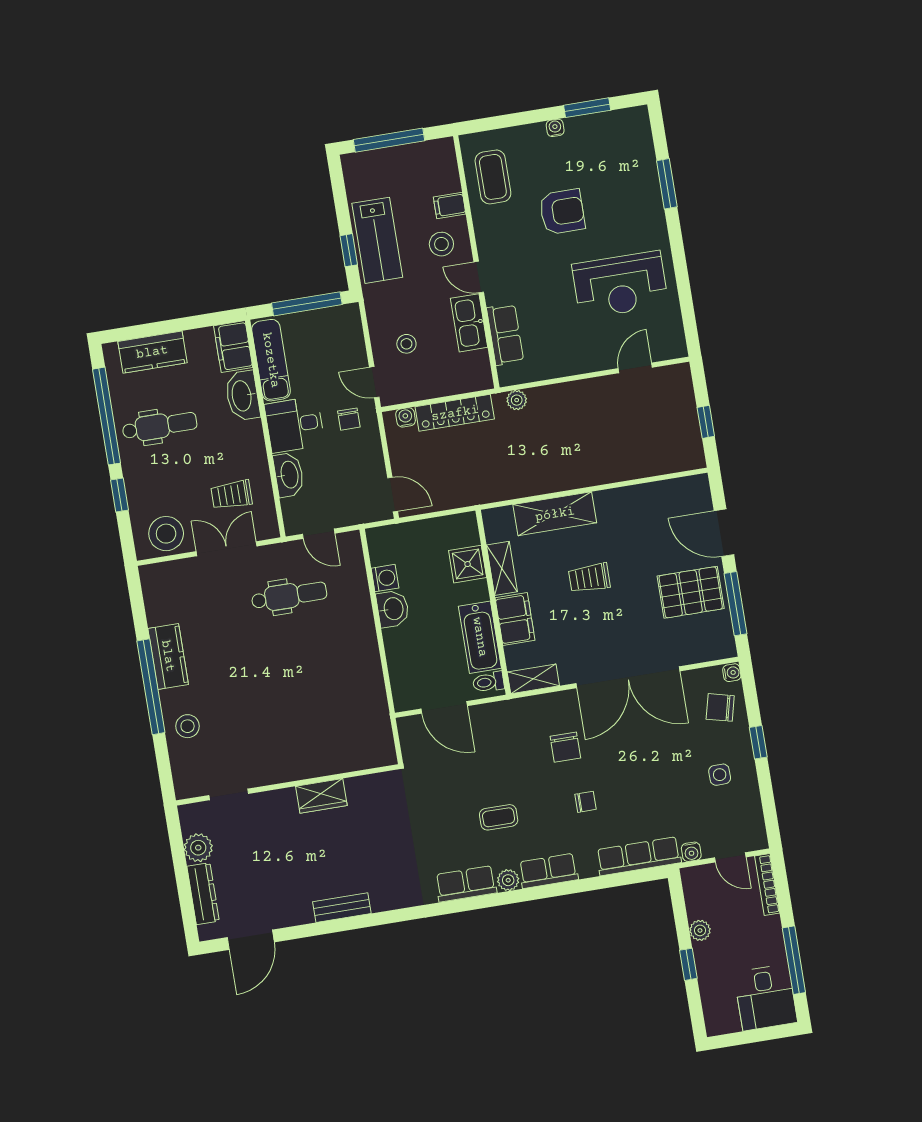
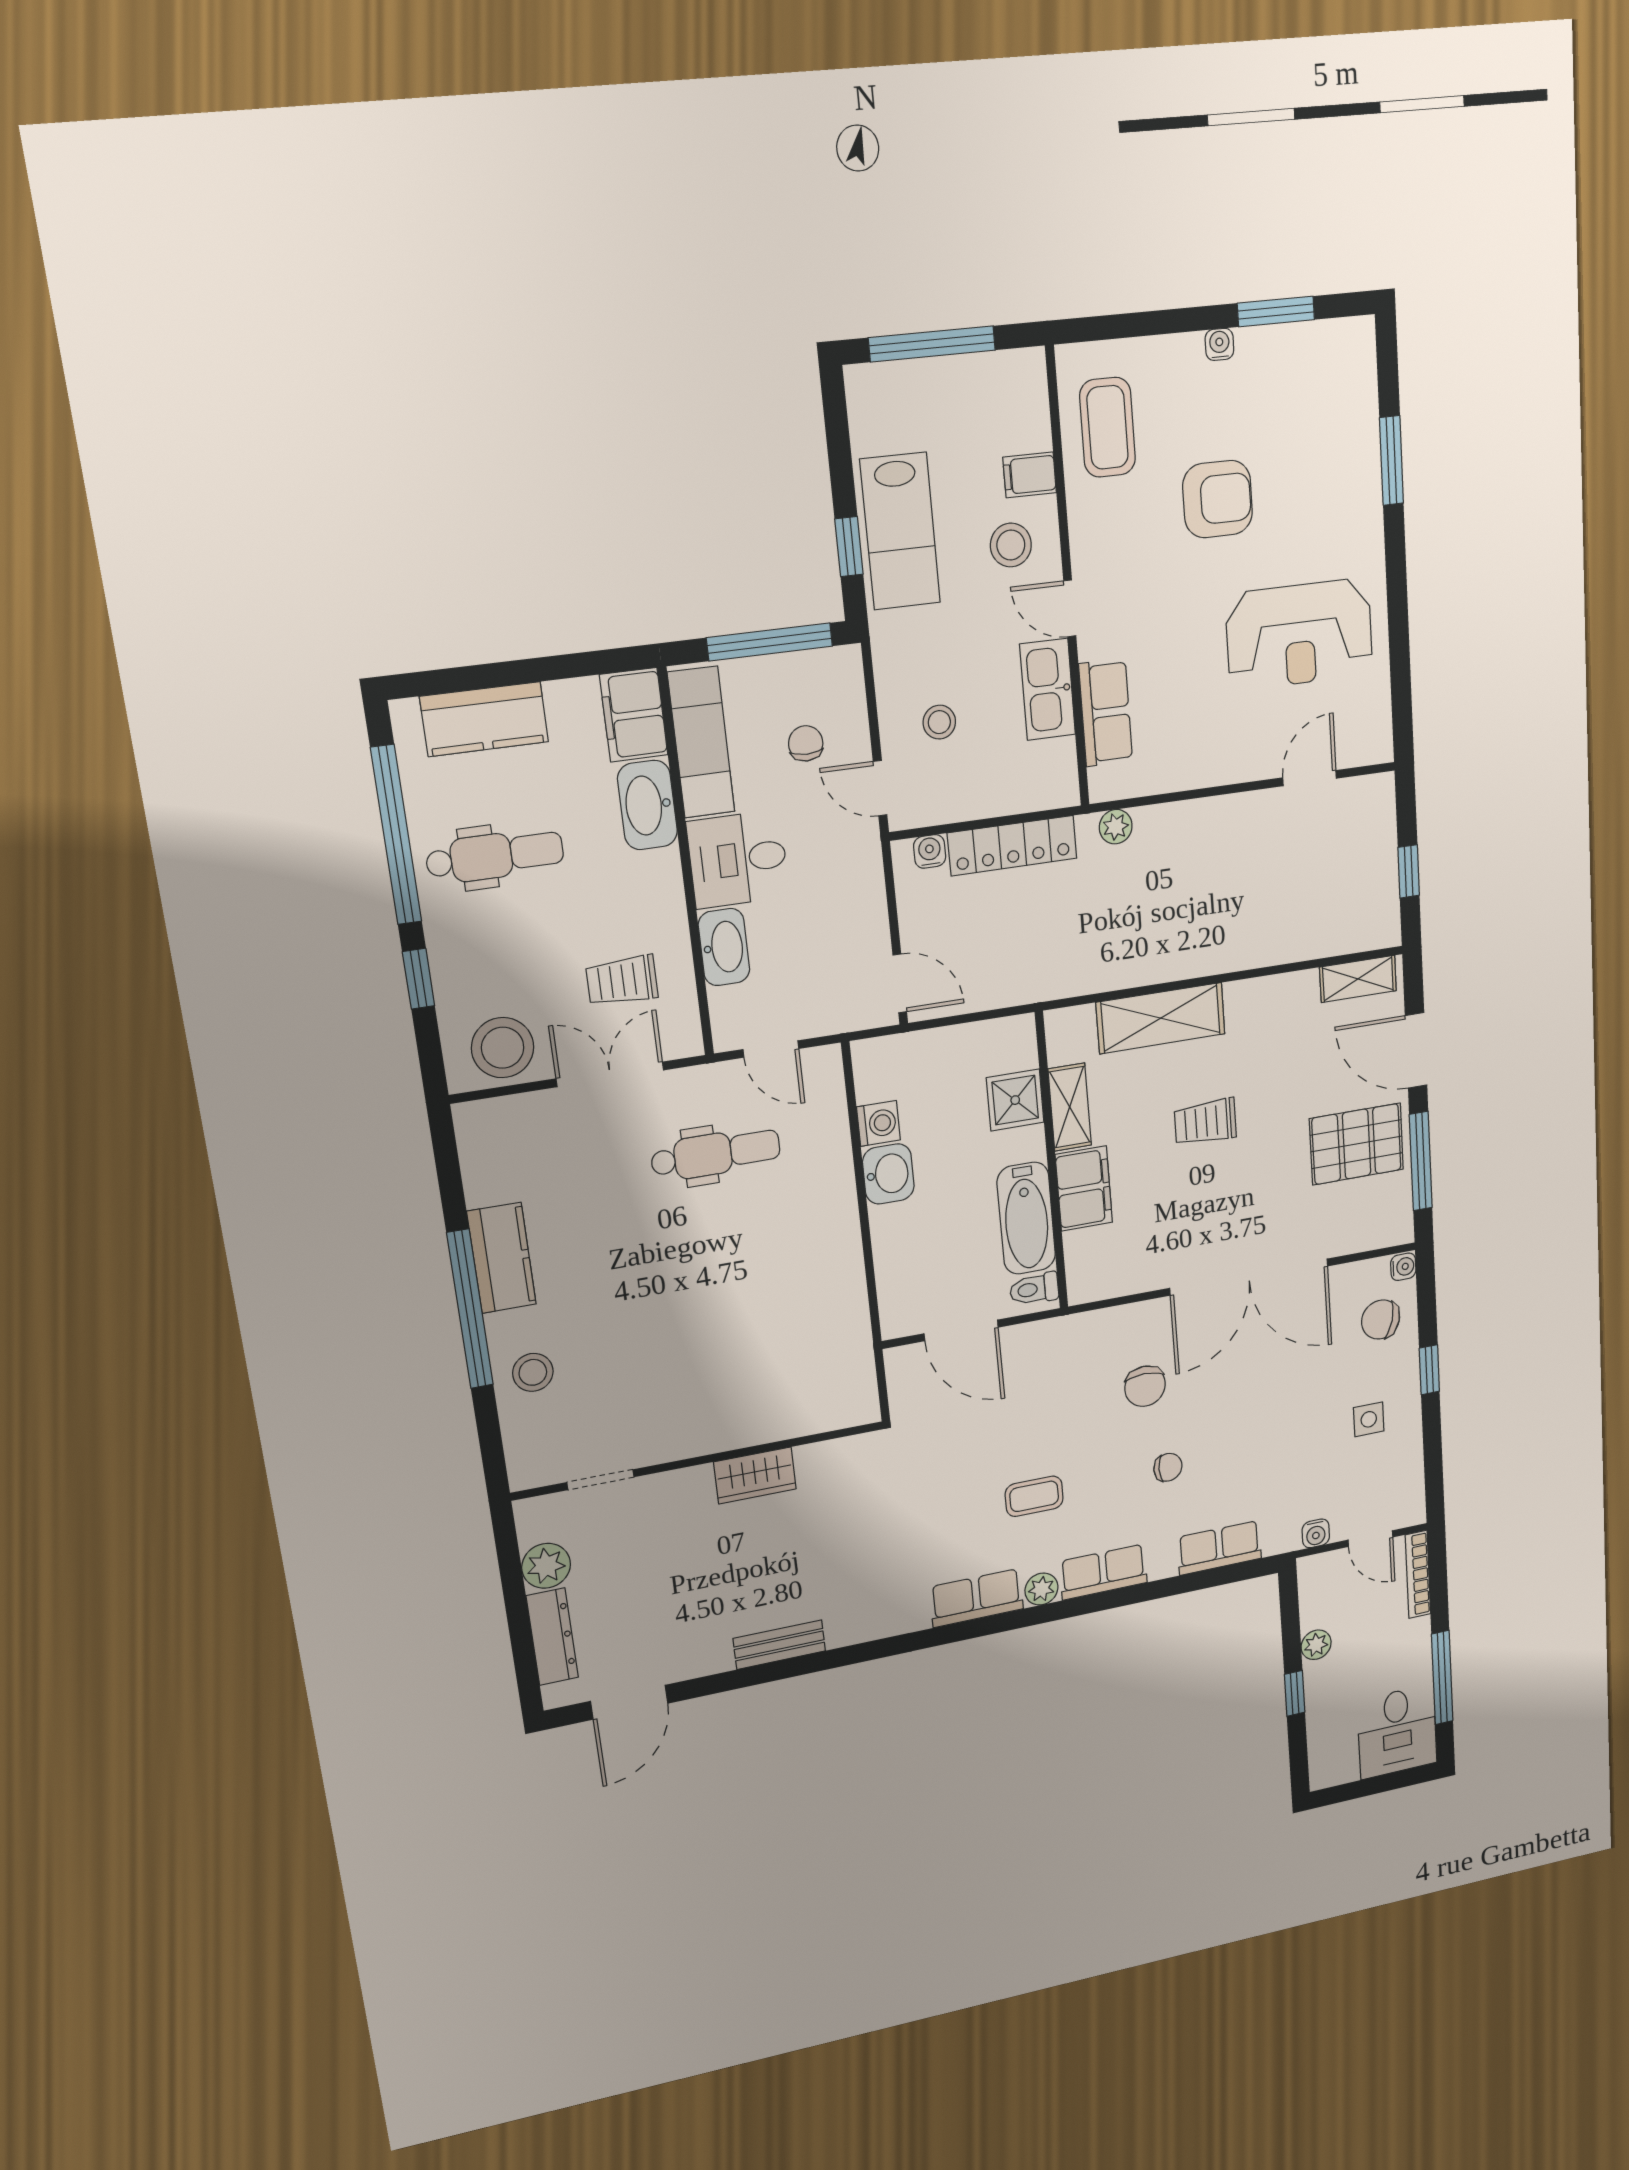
chair: (349, 419) -> (806, 743), moved, turned 180
shelving: (533, 679) -> (1358, 979), moved
row of seats: (639, 856) -> (1219, 1548), width x0.68

